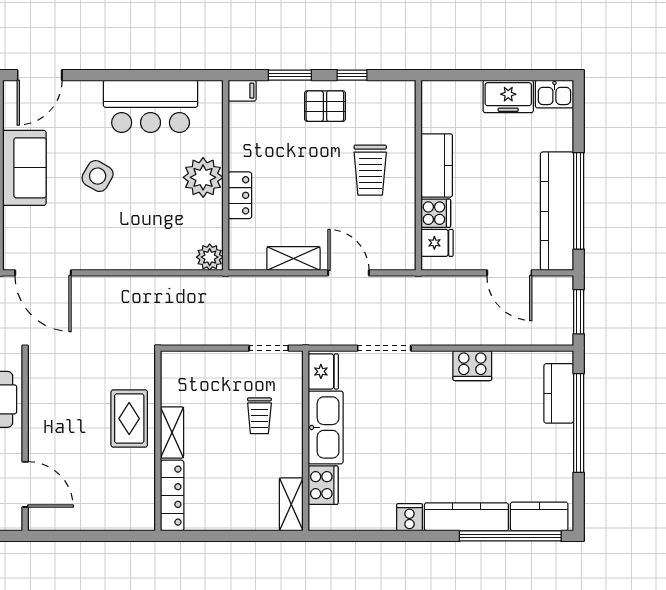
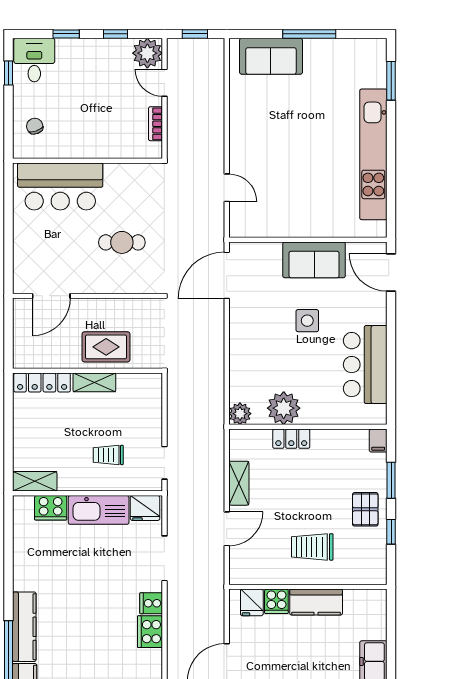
side table: (98, 176) -> (307, 321), turned -30
plant: (203, 177) -> (284, 408), moved
wall: (25, 441) -> (88, 296), moved
door: (25, 484) -> (51, 296), moved
cooker: (410, 517) -> (151, 603), moved, turned 180

